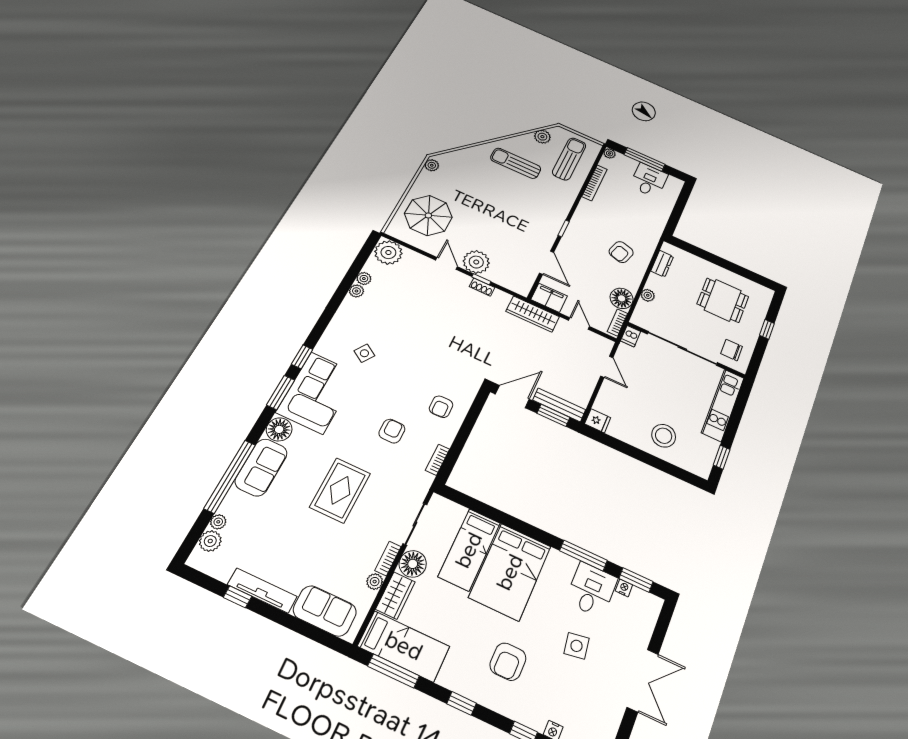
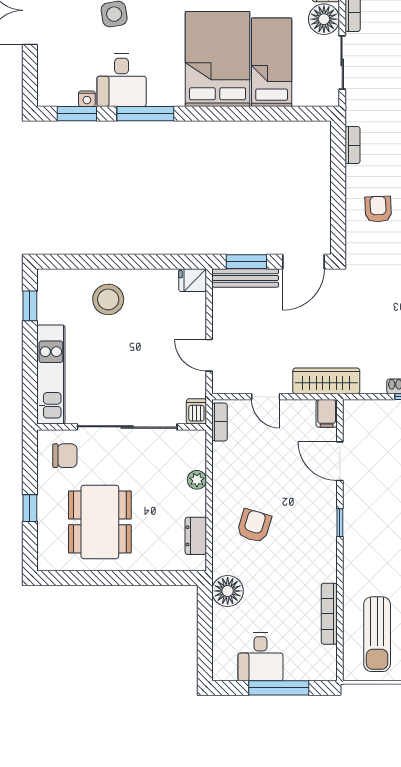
plant: (610, 153) -> (328, 672), removed
filing cabinet: (549, 298) -> (327, 413), width x0.50
floor lamp: (622, 298) -> (228, 591), moved
dining table: (723, 300) -> (100, 522), width x1.38

